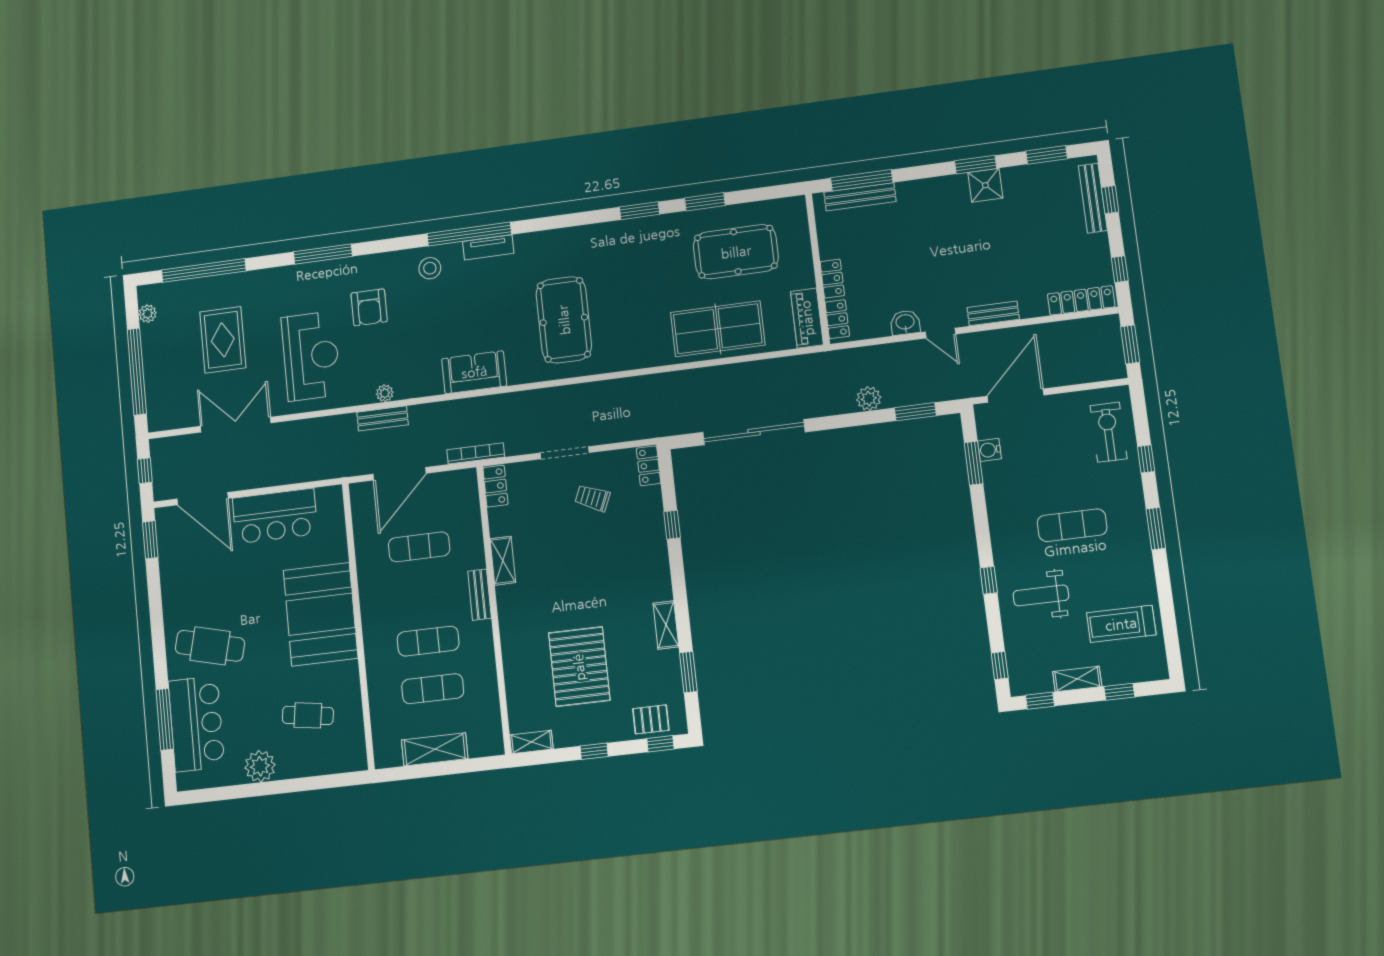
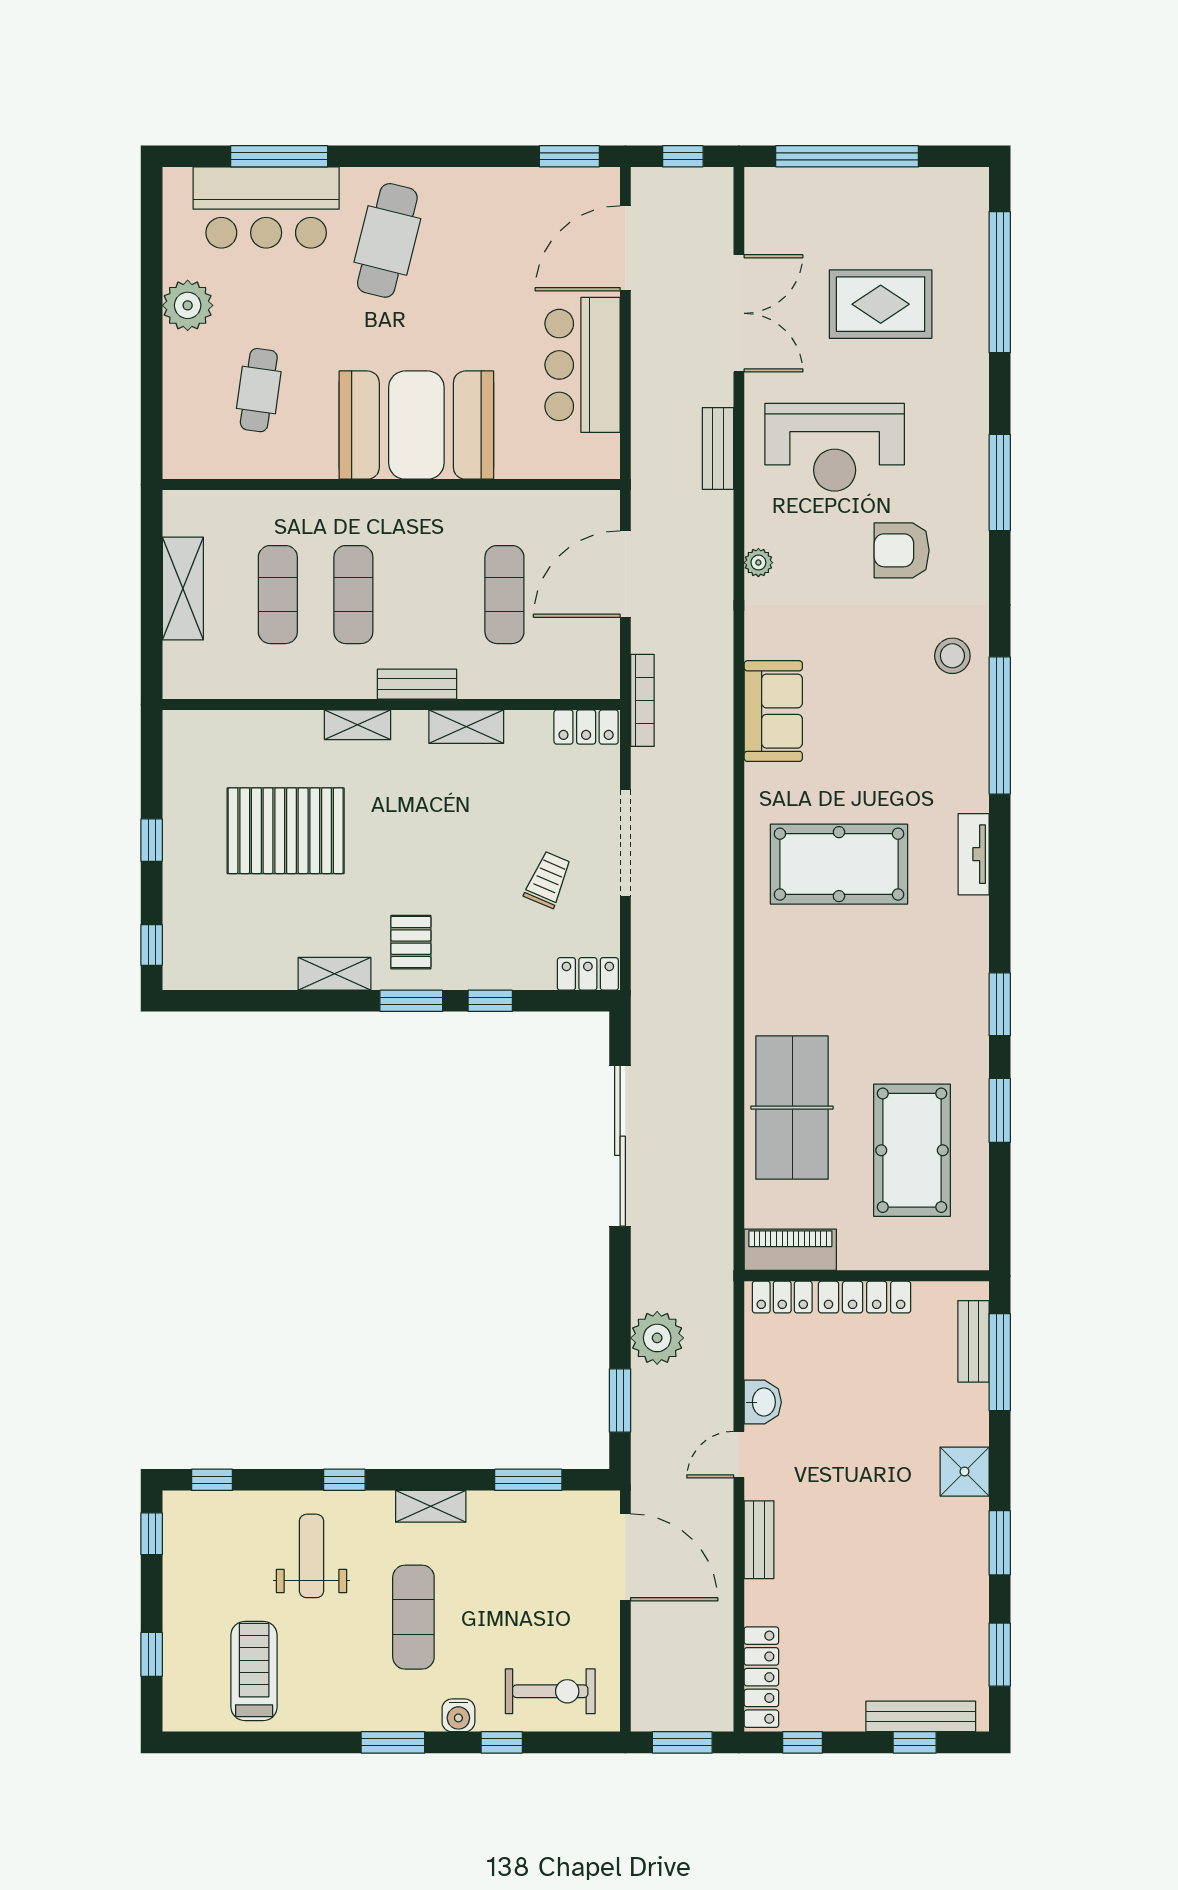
shower: (985, 185) -> (965, 1472), moved
bench: (860, 197) -> (973, 1341), width x0.73
tv unit: (488, 247) -> (974, 854), moved
locker: (832, 279) -> (865, 1297), width x1.53
plant: (148, 314) -> (941, 182), removed
plant: (869, 399) -> (657, 1338), width x1.36, depth x1.36
bench: (383, 418) -> (718, 448), moved
water cooler: (990, 450) -> (458, 1715), moved, turned 180
doorway: (565, 453) -> (625, 843), width x1.36
door: (399, 474) -> (625, 574), hinge flipped
window: (688, 672) -> (411, 1001), moved
shelving: (1077, 679) -> (431, 1506), moved, turned 90
pallet: (651, 719) -> (411, 942), moved
shelving: (531, 742) -> (358, 725), moved, turned 90

